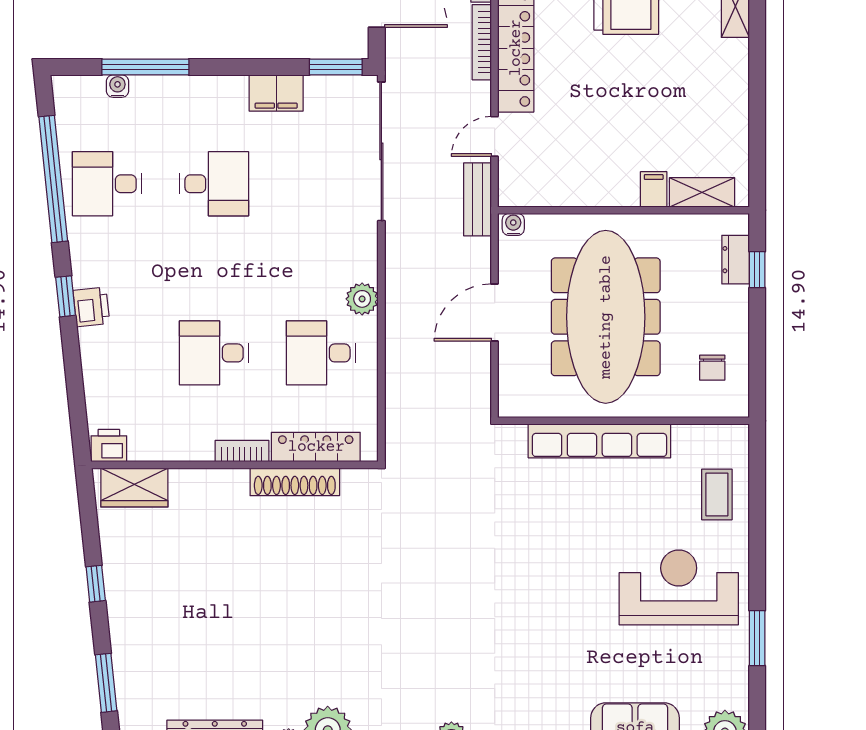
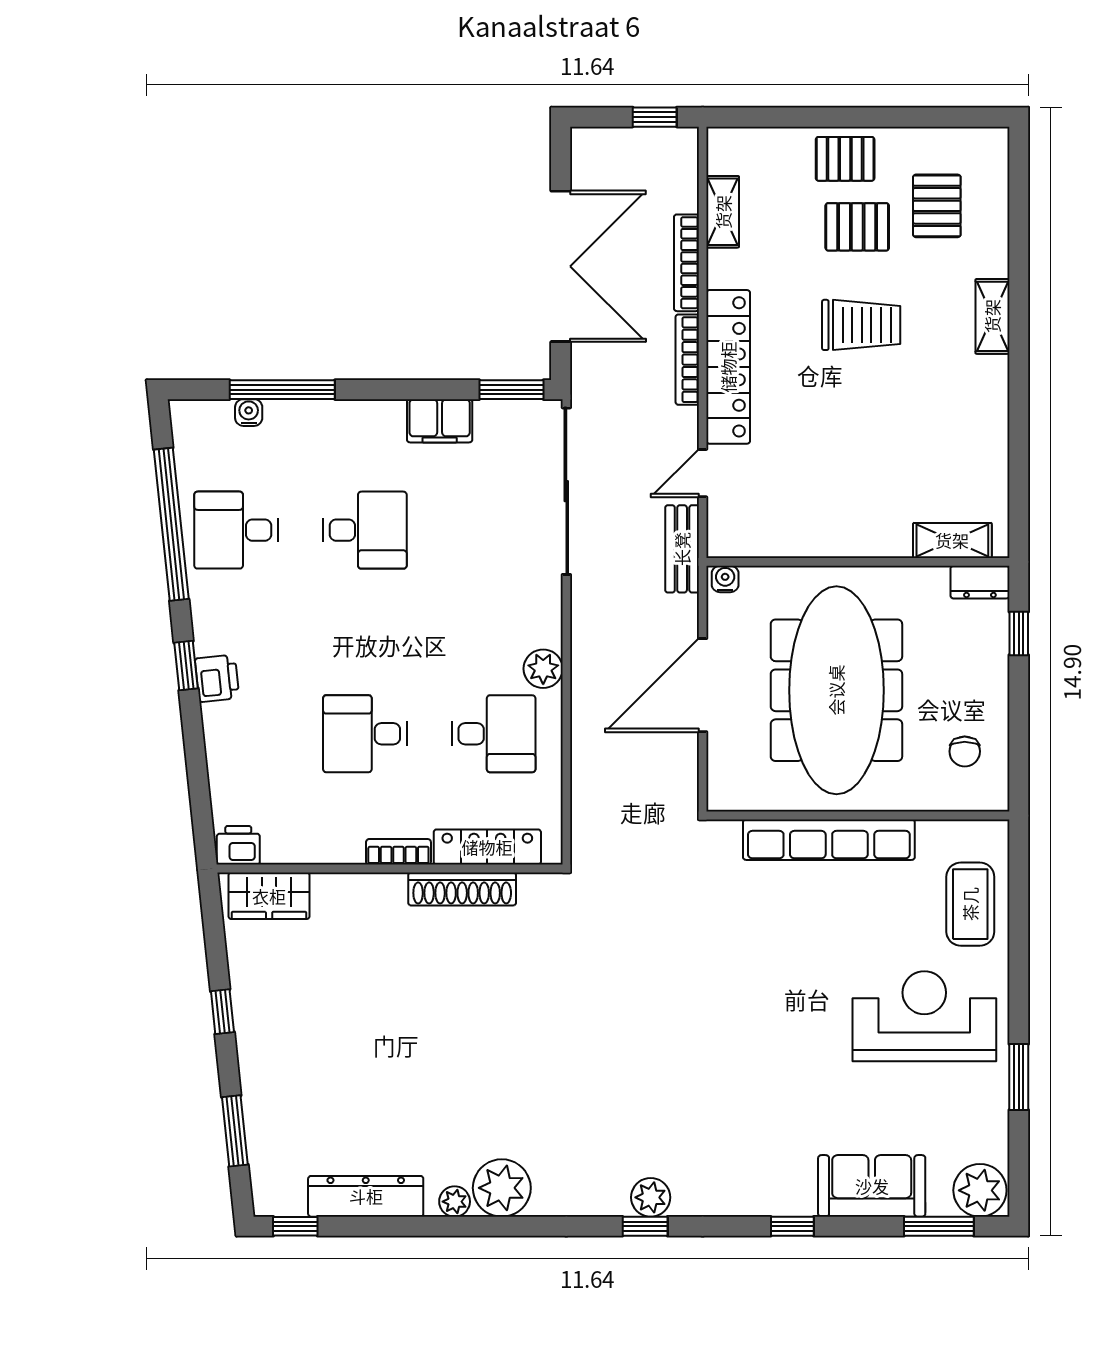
filing cabinet: (654, 189) -> (894, 537), removed
dresser: (736, 260) -> (980, 582), moved, turned -90
door: (495, 313) -> (703, 685), width x1.36
desk: (321, 353) -> (494, 734), turned 180
coffee table: (717, 494) -> (970, 904), width x1.36, depth x1.30

